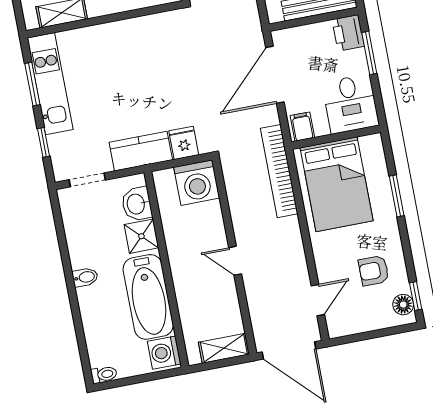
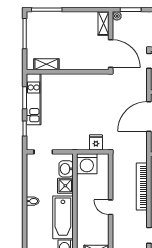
kitchen counter: (141, 151) -> (73, 142), removed
bookcase: (279, 171) -> (142, 187), moved
washing machine: (197, 183) -> (87, 164), moved

